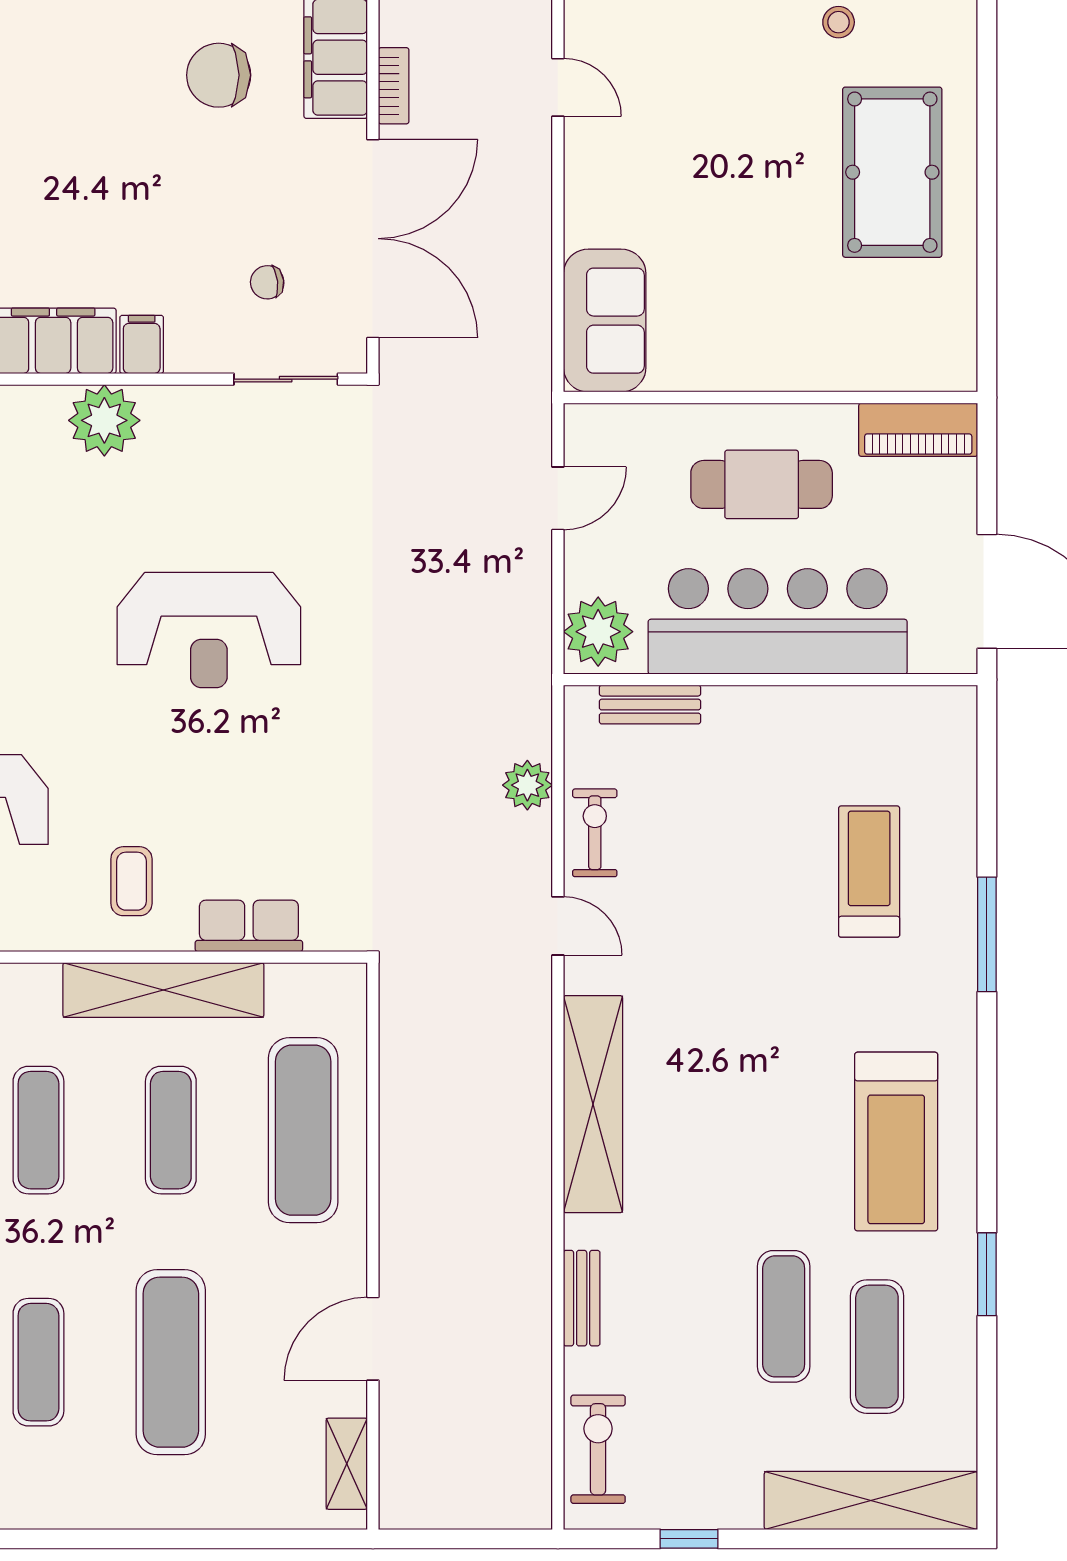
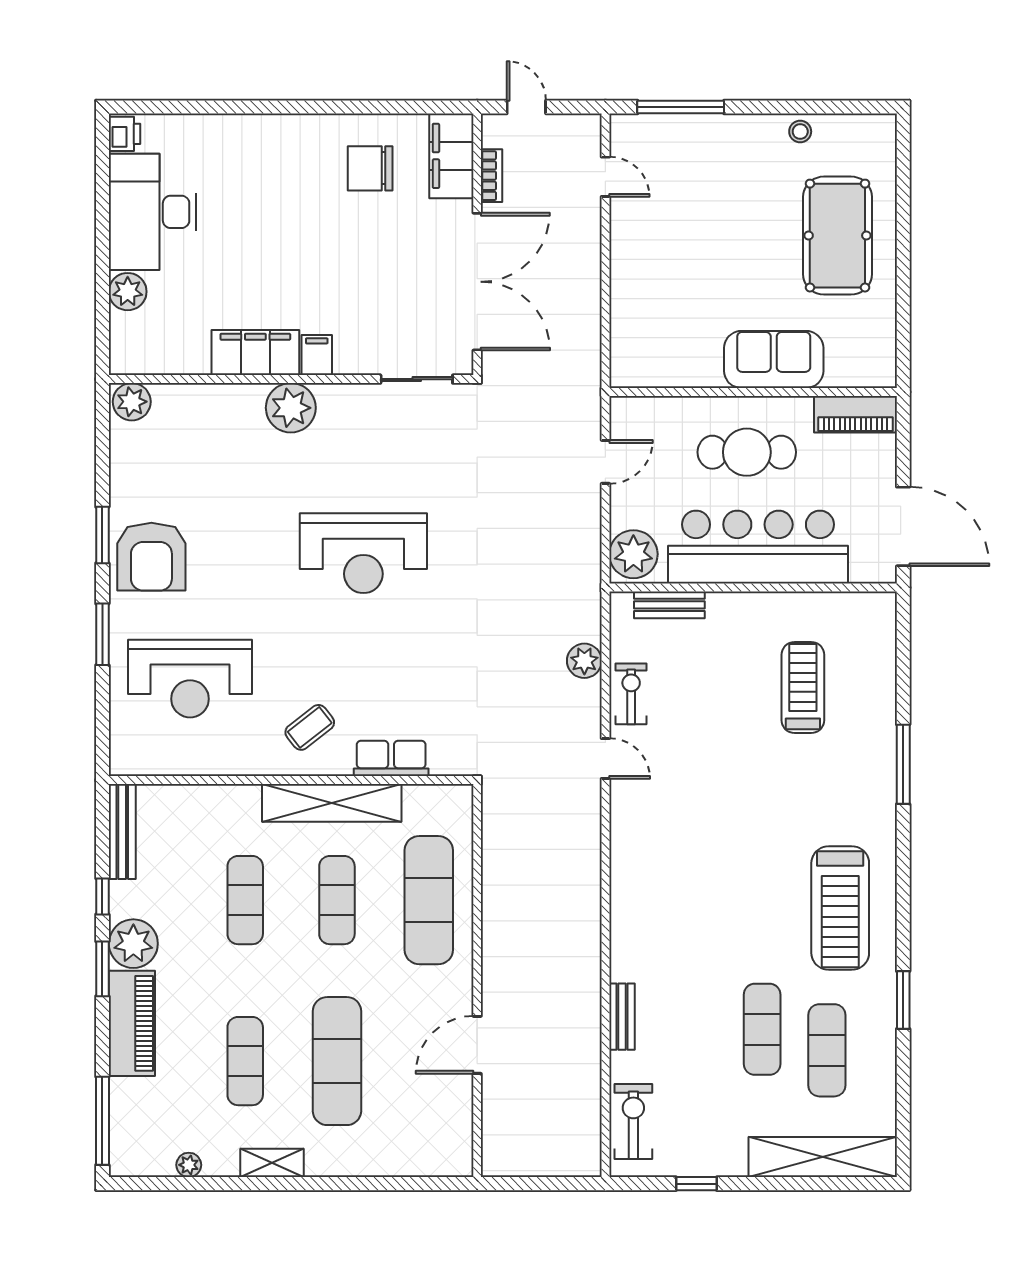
chair: (267, 282) -> (404, 312), removed
sofa: (605, 321) -> (774, 359), moved, turned -90
treadmill: (869, 872) -> (803, 688), moved
coffee table: (131, 881) -> (310, 727), turned 52
shelving: (593, 1104) -> (630, 882), removed
shelving: (347, 1464) -> (272, 1163), moved, turned 90

